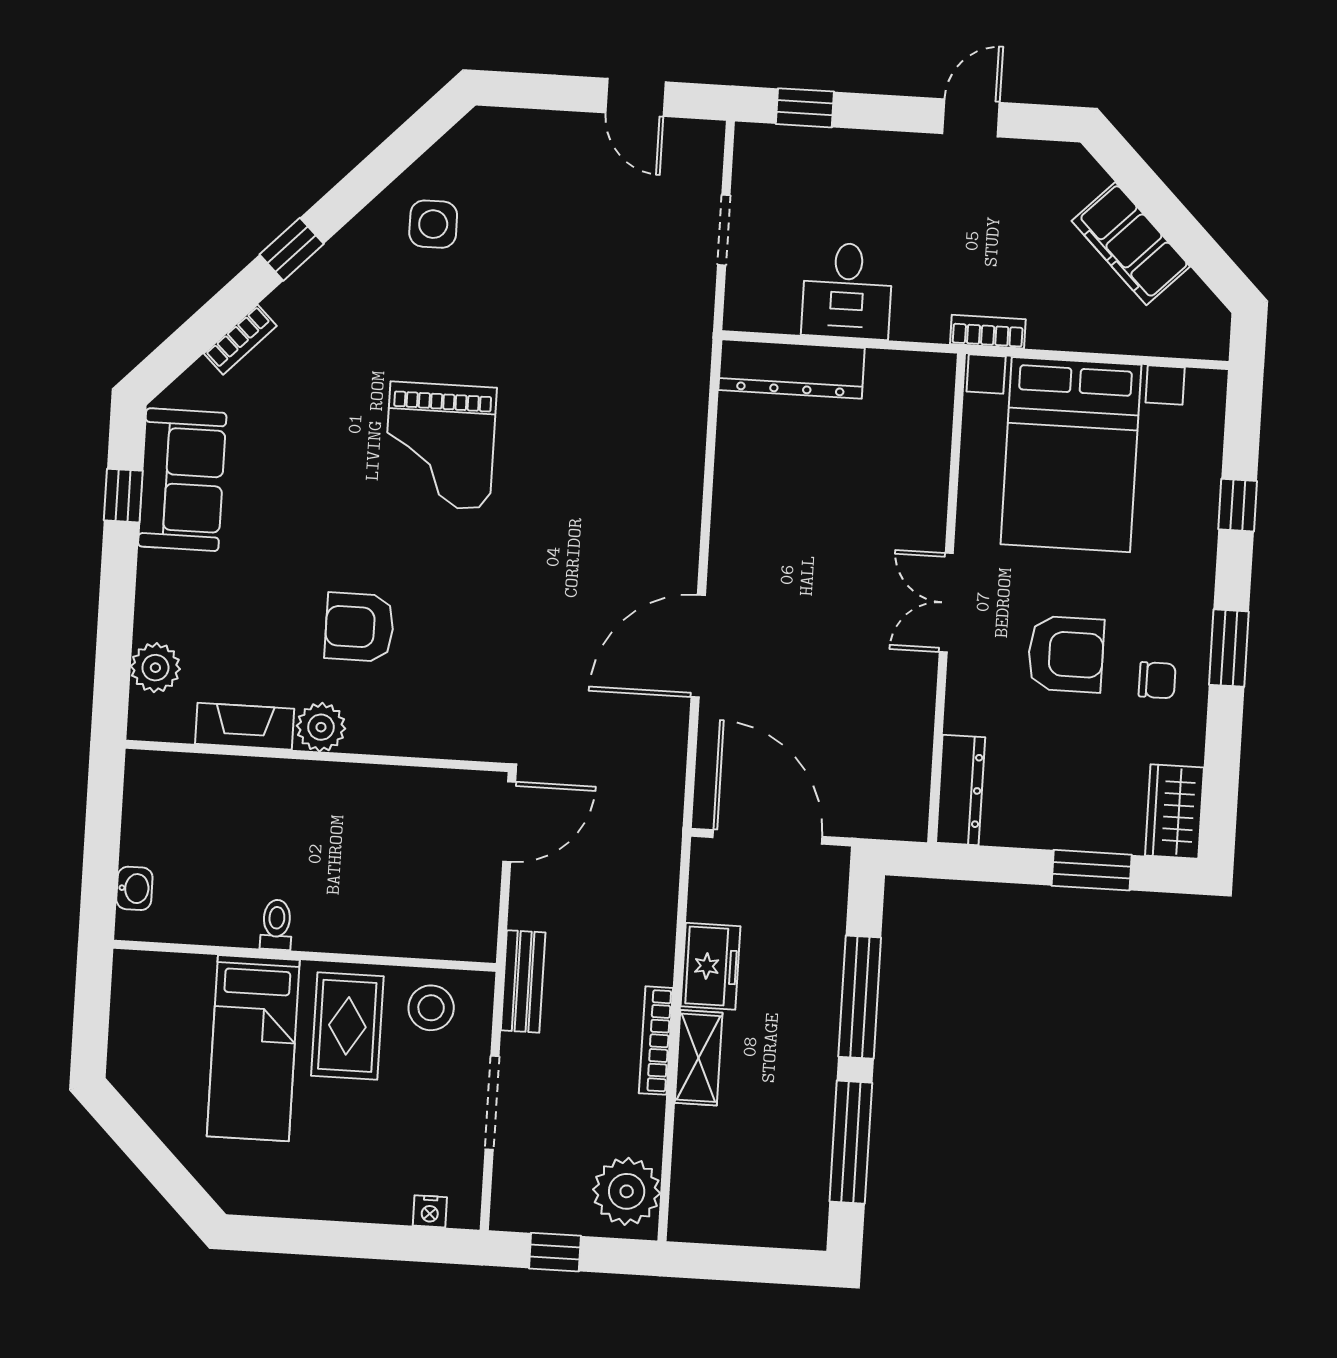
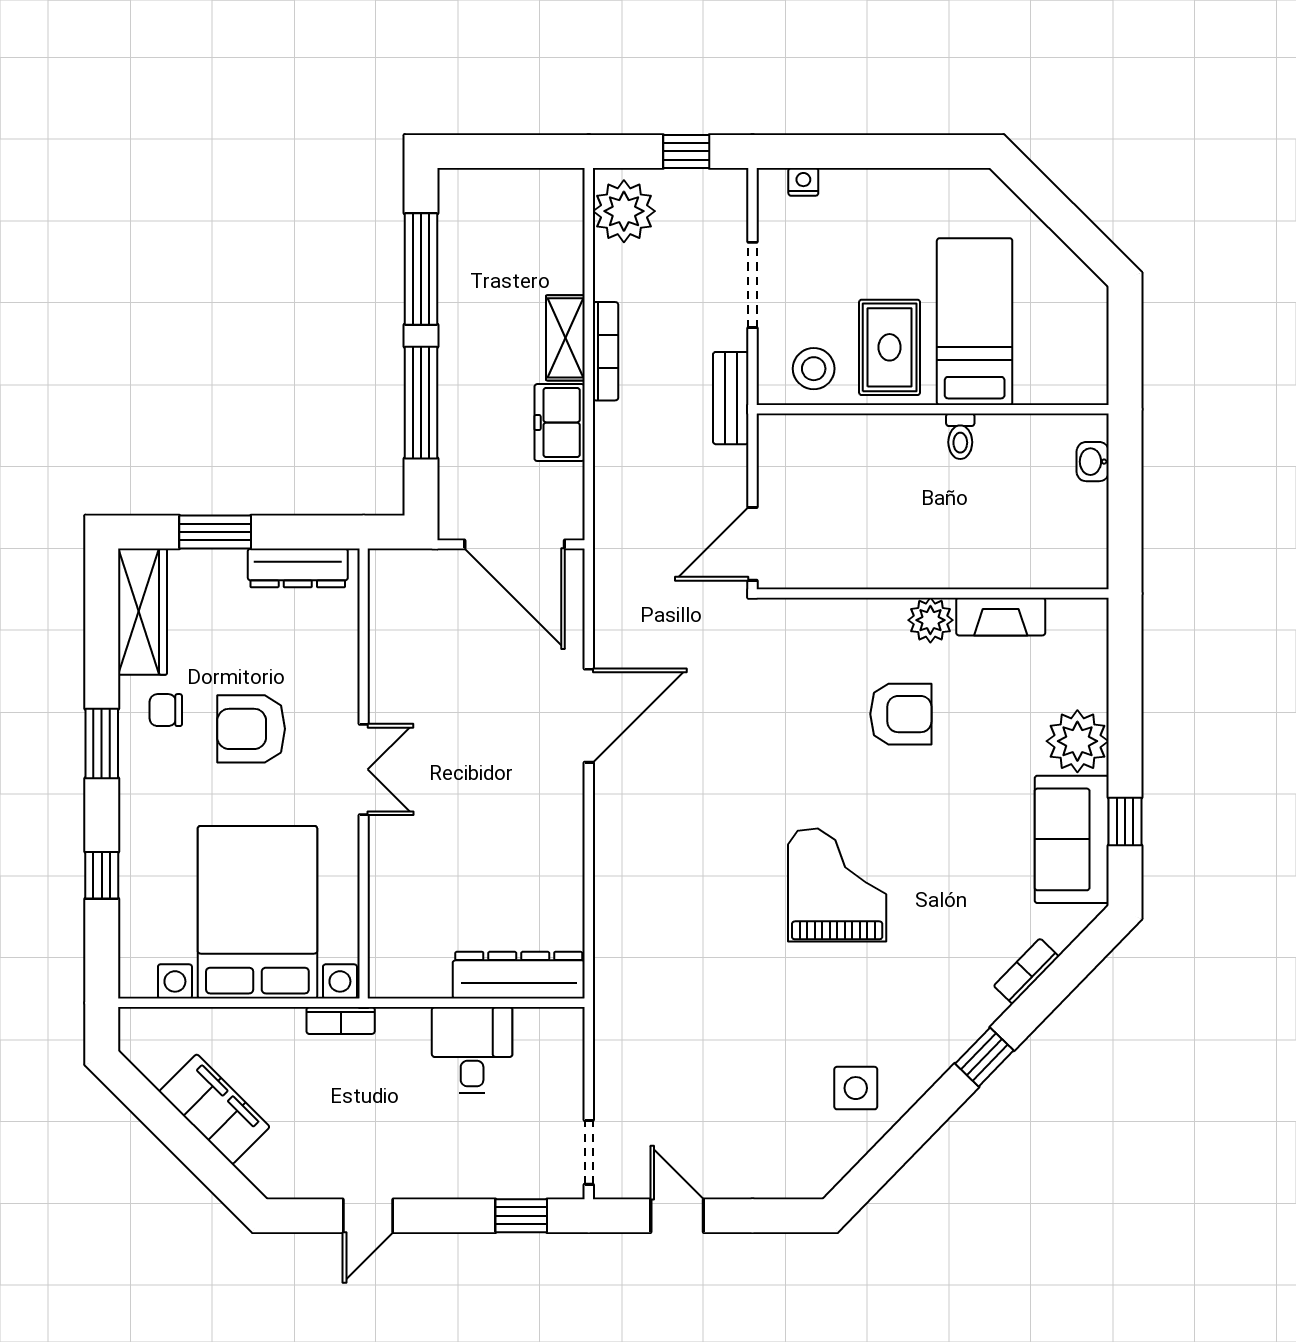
doorway: (724, 230) -> (589, 1152), moved
plant: (155, 668) -> (1077, 741), moved, width x1.36, depth x1.36
dresser: (961, 790) -> (298, 568), moved, turned -90
wardrobe: (1174, 811) -> (142, 612), width x1.50

